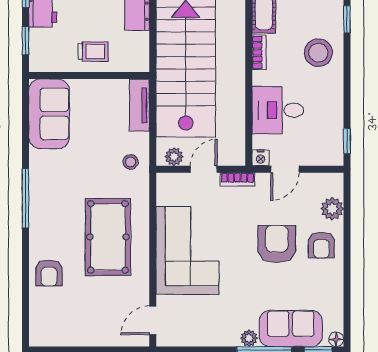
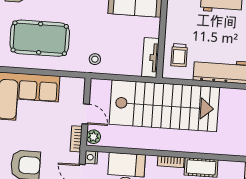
trolley: (93, 52) -> (179, 55), moved
tv unit: (139, 105) -> (150, 58), moved, turned -90
plant: (174, 157) -> (93, 137), moved

